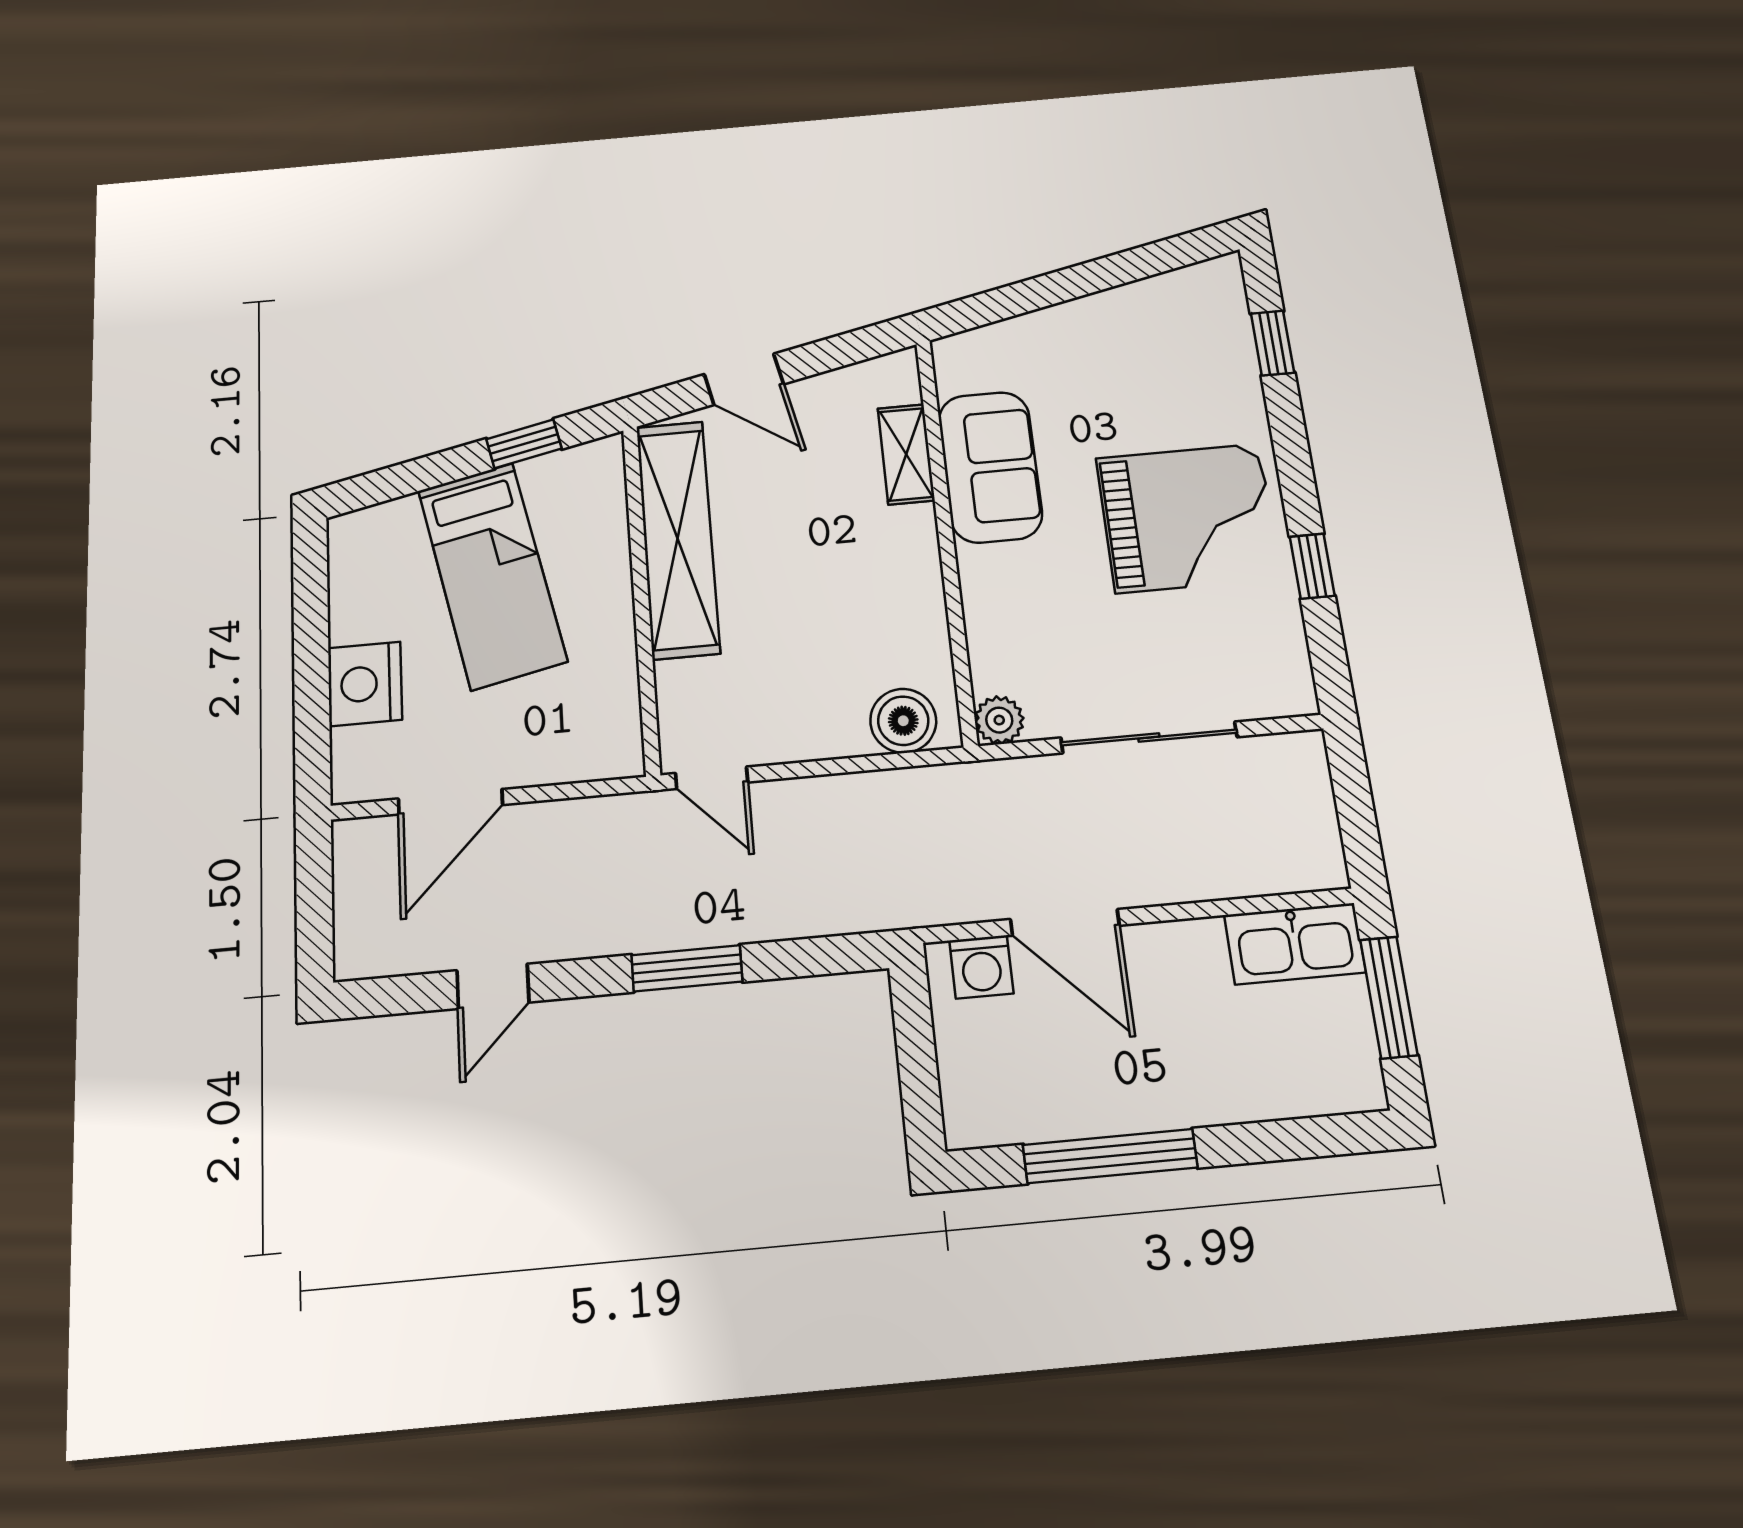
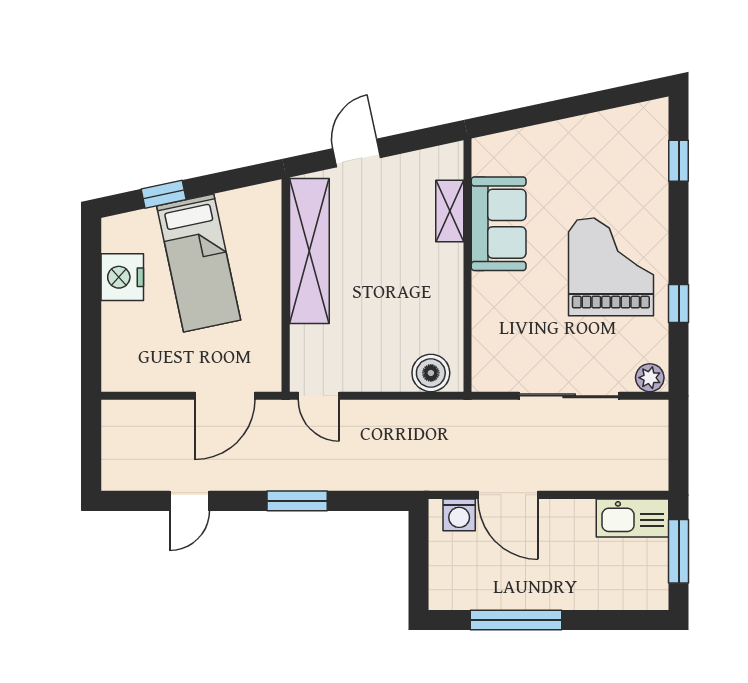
door: (744, 379) -> (357, 153), swing flipped
window: (524, 444) -> (164, 194), moved
grand piano: (1188, 518) -> (611, 267), turned -90
nightstand: (365, 684) -> (122, 277), moved
plant: (999, 720) -> (650, 378), moved
door: (450, 802) -> (225, 396), moved

